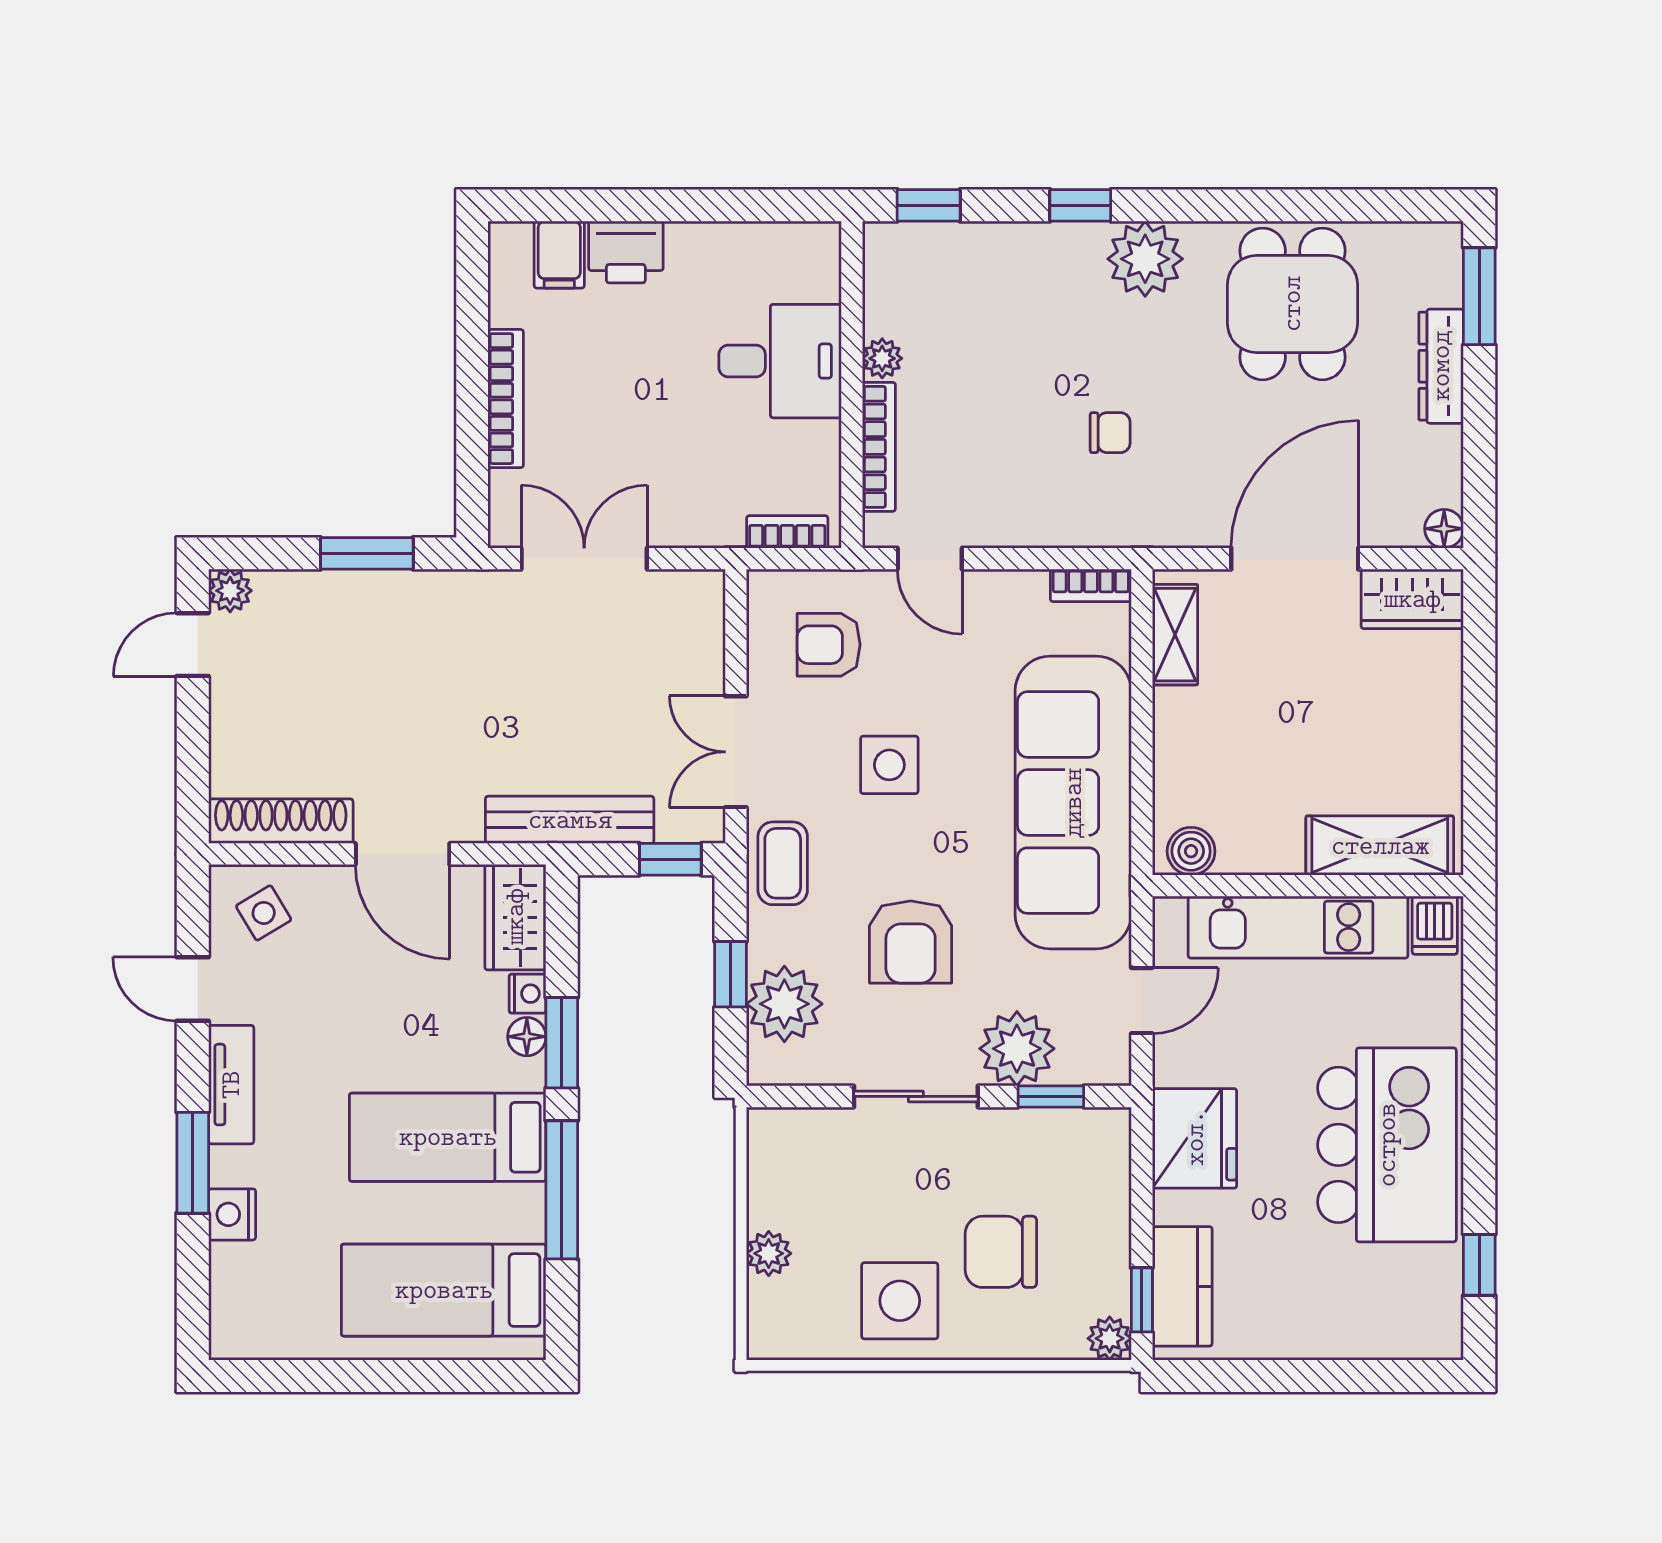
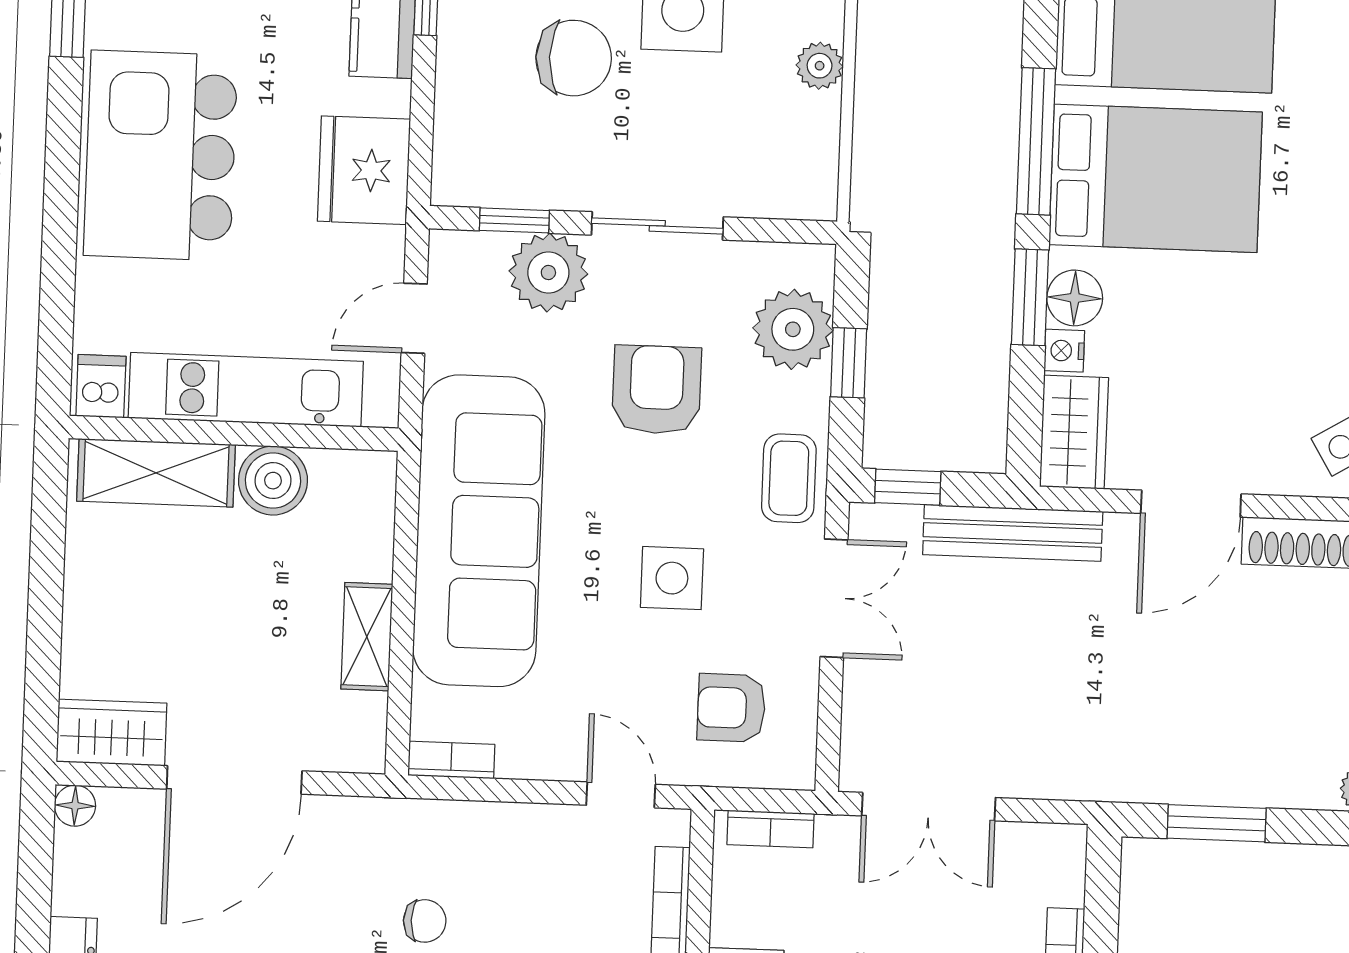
chair: (1110, 433) -> (425, 921), turned 180
double door: (584, 559) -> (929, 807), moved
shelving: (1175, 635) -> (367, 637), moved
armchair: (829, 645) -> (731, 708), turned 180
boiler: (1191, 851) -> (273, 481), moved, width x1.36, depth x1.36
door: (403, 854) -> (1191, 504), swing flipped
floor lamp: (527, 1037) -> (1075, 298), width x1.37, depth x1.37
bed: (448, 1137) -> (1156, 178), width x1.50

